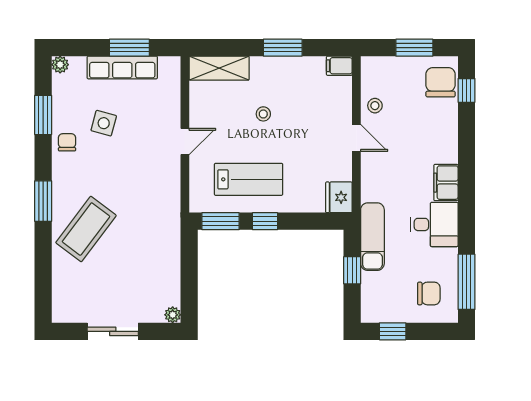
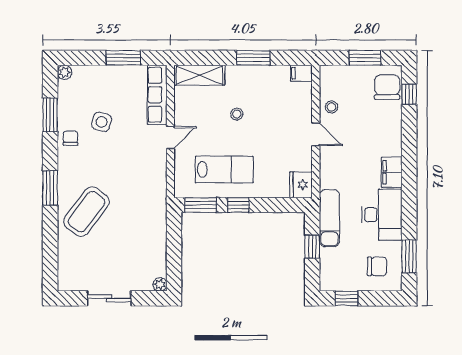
row of seats: (122, 67) -> (157, 95), moved, turned 90
desk: (434, 224) -> (382, 215), width x1.37
window: (466, 282) -> (409, 256), width x0.69

